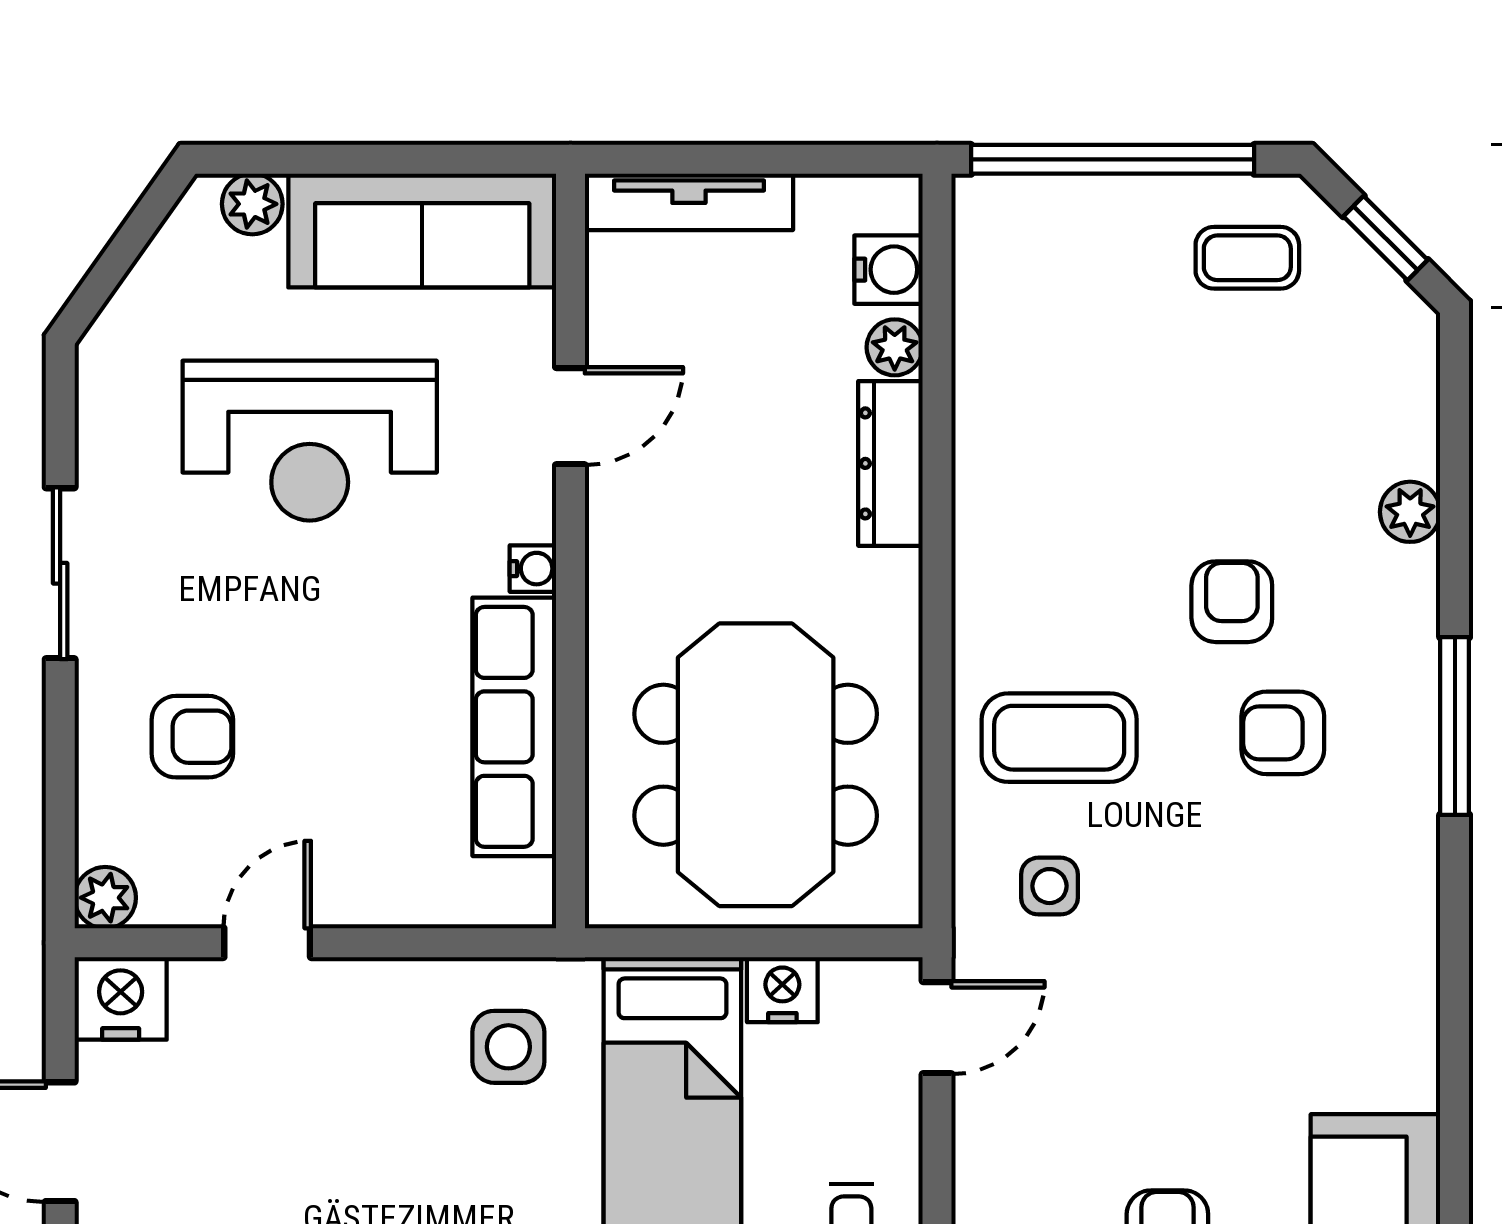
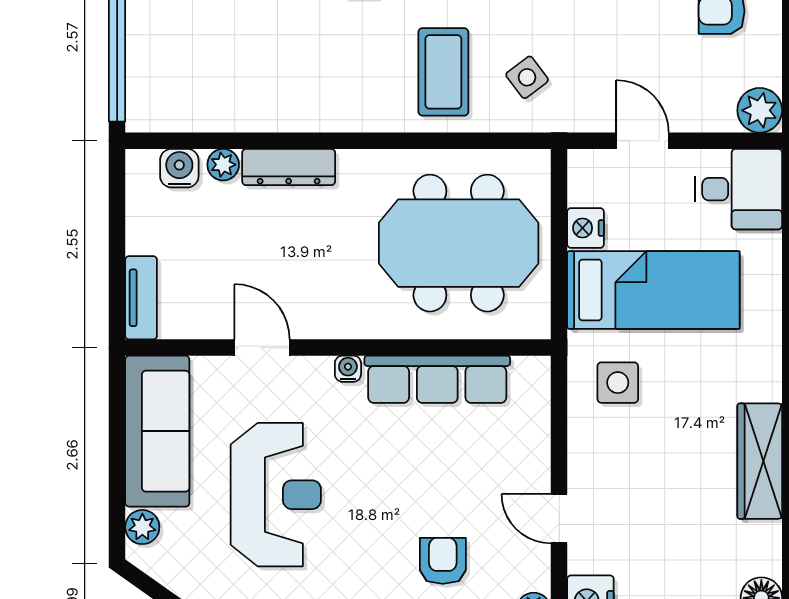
tv unit: (689, 202) -> (141, 298), width x0.71
side table: (1049, 886) -> (527, 77), turned -37
door: (937, 1028) -> (642, 141), moved

